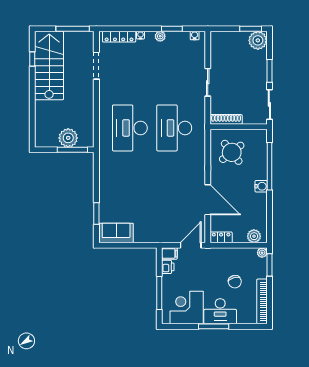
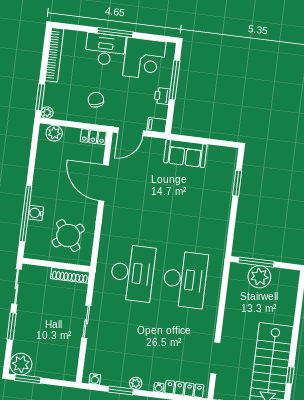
water cooler: (261, 186) -> (36, 213), moved
sofa: (116, 233) -> (185, 153), moved
printer: (168, 267) -> (162, 96), moved
chair: (235, 282) -> (96, 100), moved

